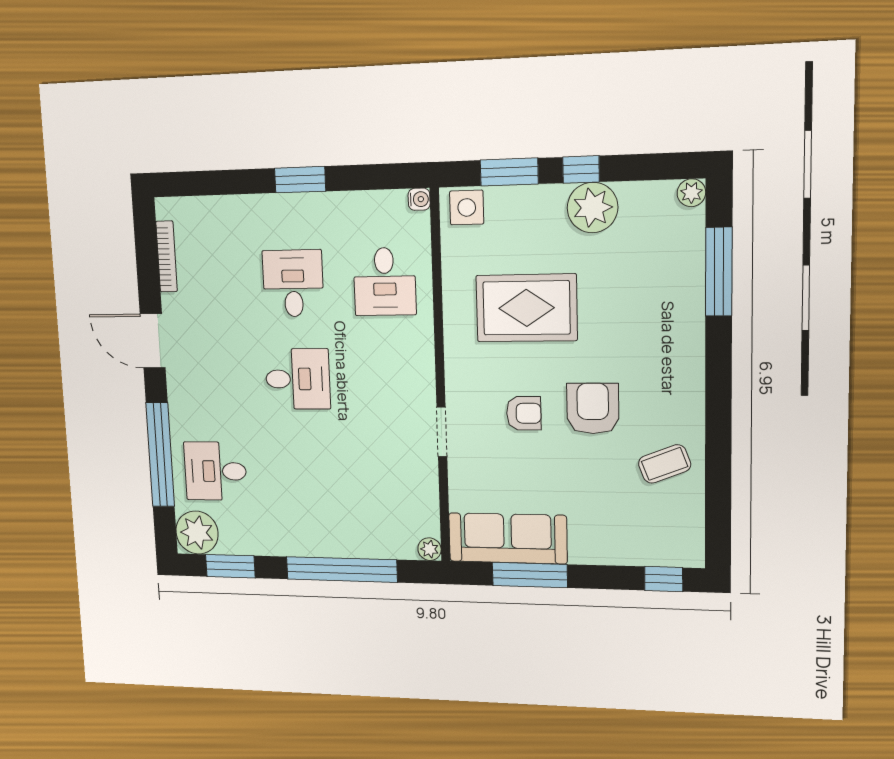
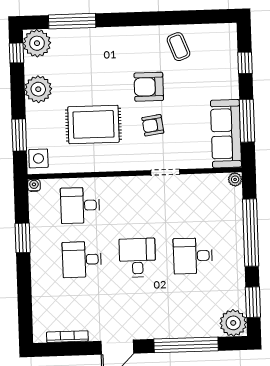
window: (581, 169) -> (16, 53), moved
window: (300, 180) -> (23, 238), moved
plant: (691, 193) -> (37, 43), width x1.88, depth x1.88
desk: (385, 282) -> (80, 205), turned 180
rug: (526, 308) -> (93, 124), turned 90
armchair: (524, 413) -> (153, 125), turned -98
desk: (215, 471) -> (193, 256), moved, turned 90
window: (664, 579) -> (245, 63), moved

